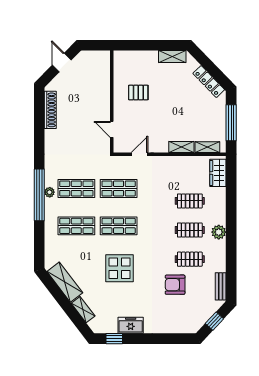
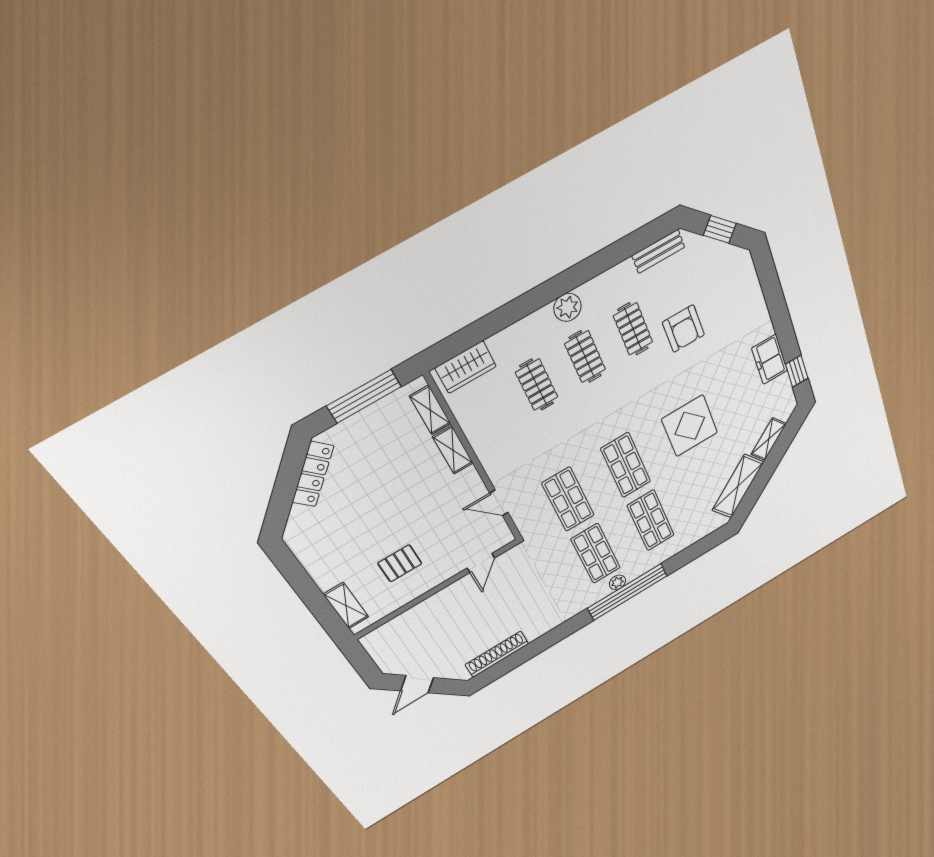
shelving: (172, 57) -> (346, 606), moved
pallet: (138, 93) -> (400, 563), turned 90

